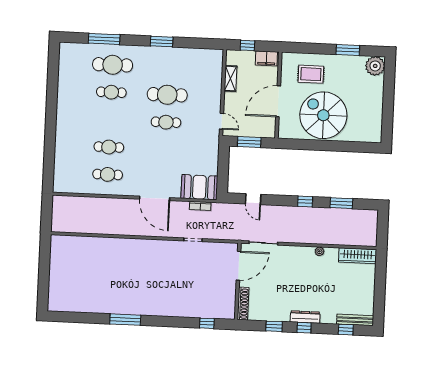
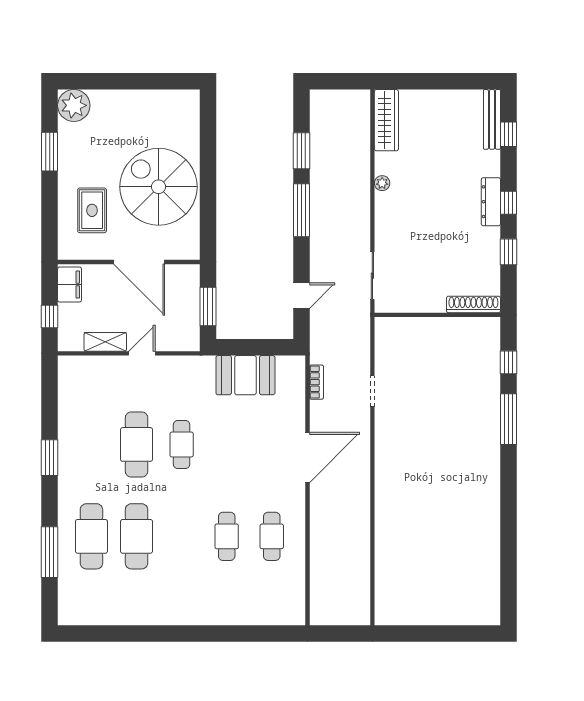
cafe table: (111, 92) -> (137, 536), width x1.37, depth x1.35
spiral stairs: (323, 115) -> (159, 187), turned 90
door: (222, 121) -> (142, 353), moved
booth: (199, 187) -> (245, 375), moved, turned 90
window: (305, 201) -> (301, 210), width x2.17
door: (239, 266) -> (412, 315), removed
window: (125, 320) -> (508, 419), moved

